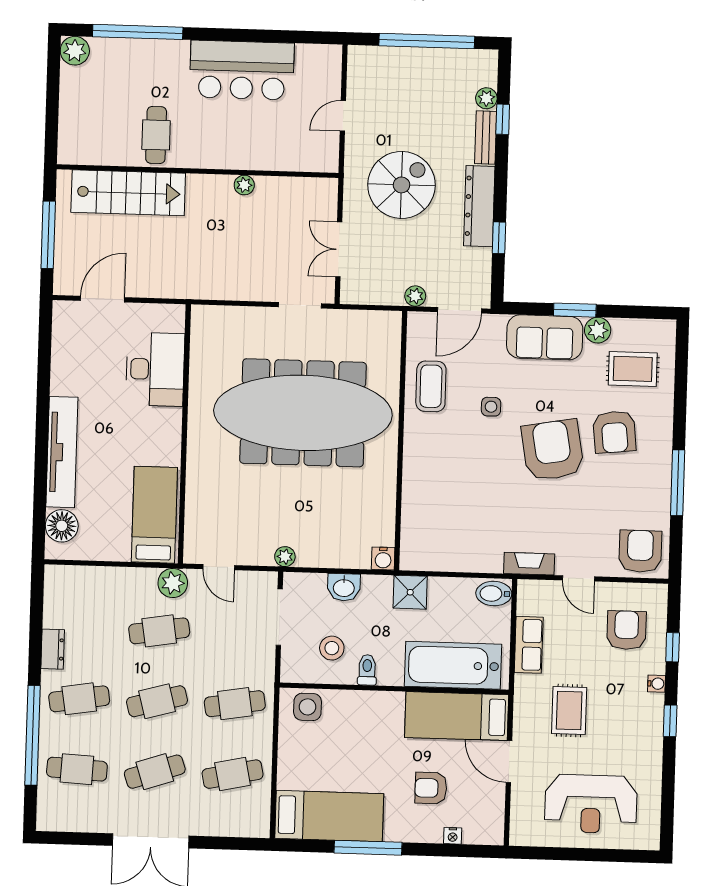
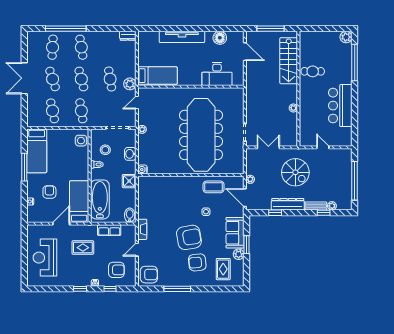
floor lamp: (62, 526) -> (220, 38), moved
dresser: (53, 649) -> (128, 36), moved

